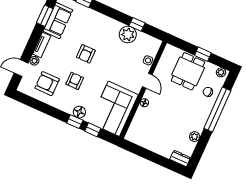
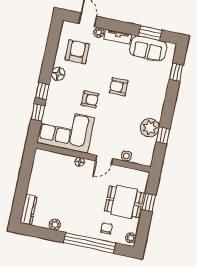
window: (203, 54) -> (149, 202), moved
armchair: (75, 81) -> (90, 99), moved
floor lamp: (79, 112) -> (58, 74), moved
dresser: (180, 158) -> (29, 210), width x1.44

